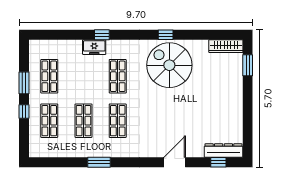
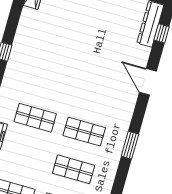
spiral stairs: (169, 65) -> (39, 57), removed
window: (99, 162) -> (130, 145), moved

